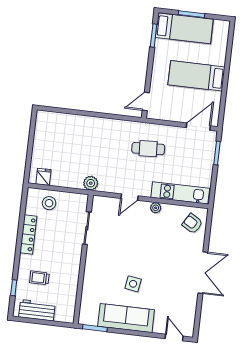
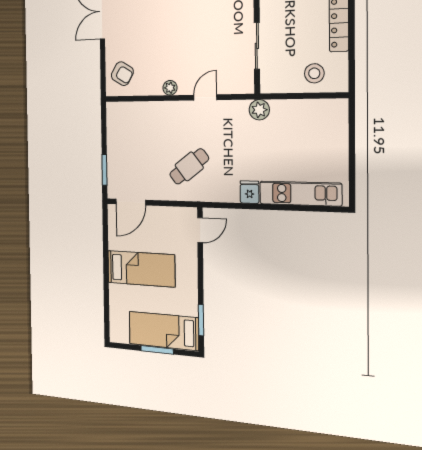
cafe table: (148, 149) -> (189, 166), turned -35
fridge: (43, 177) -> (250, 192), moved, turned 180
kitchen unit: (180, 193) -> (300, 194), moved, turned 180

